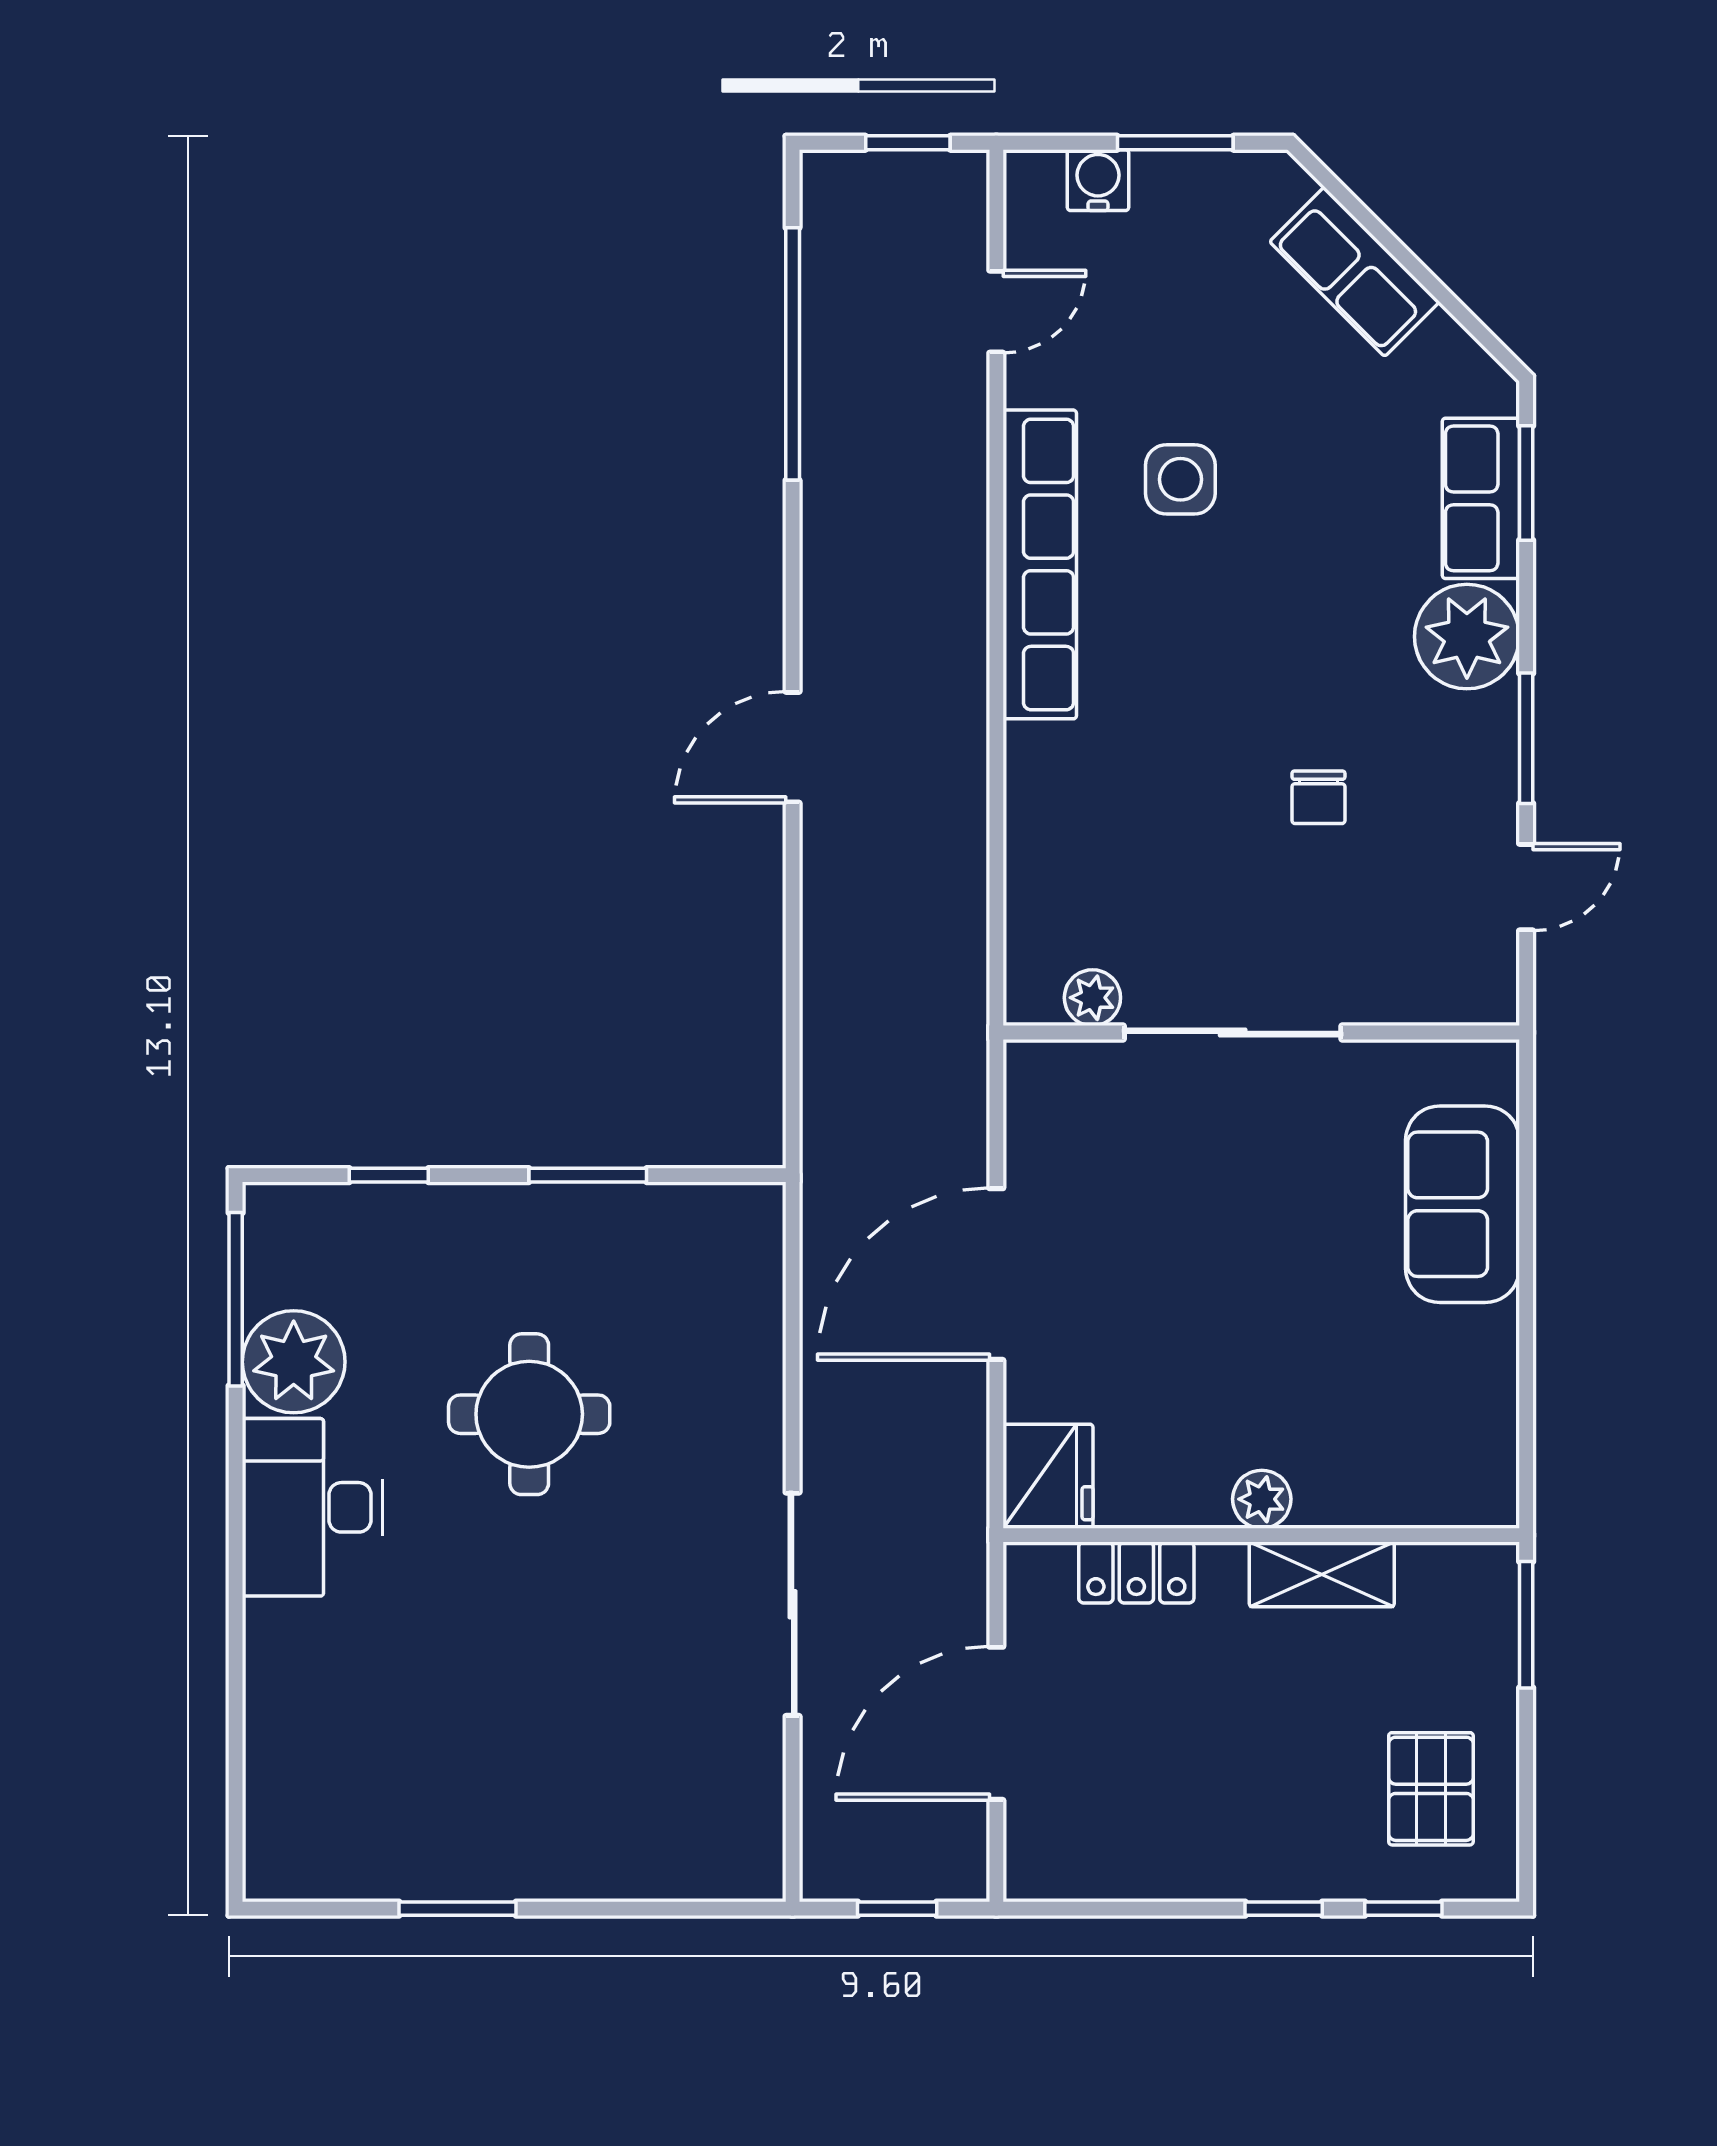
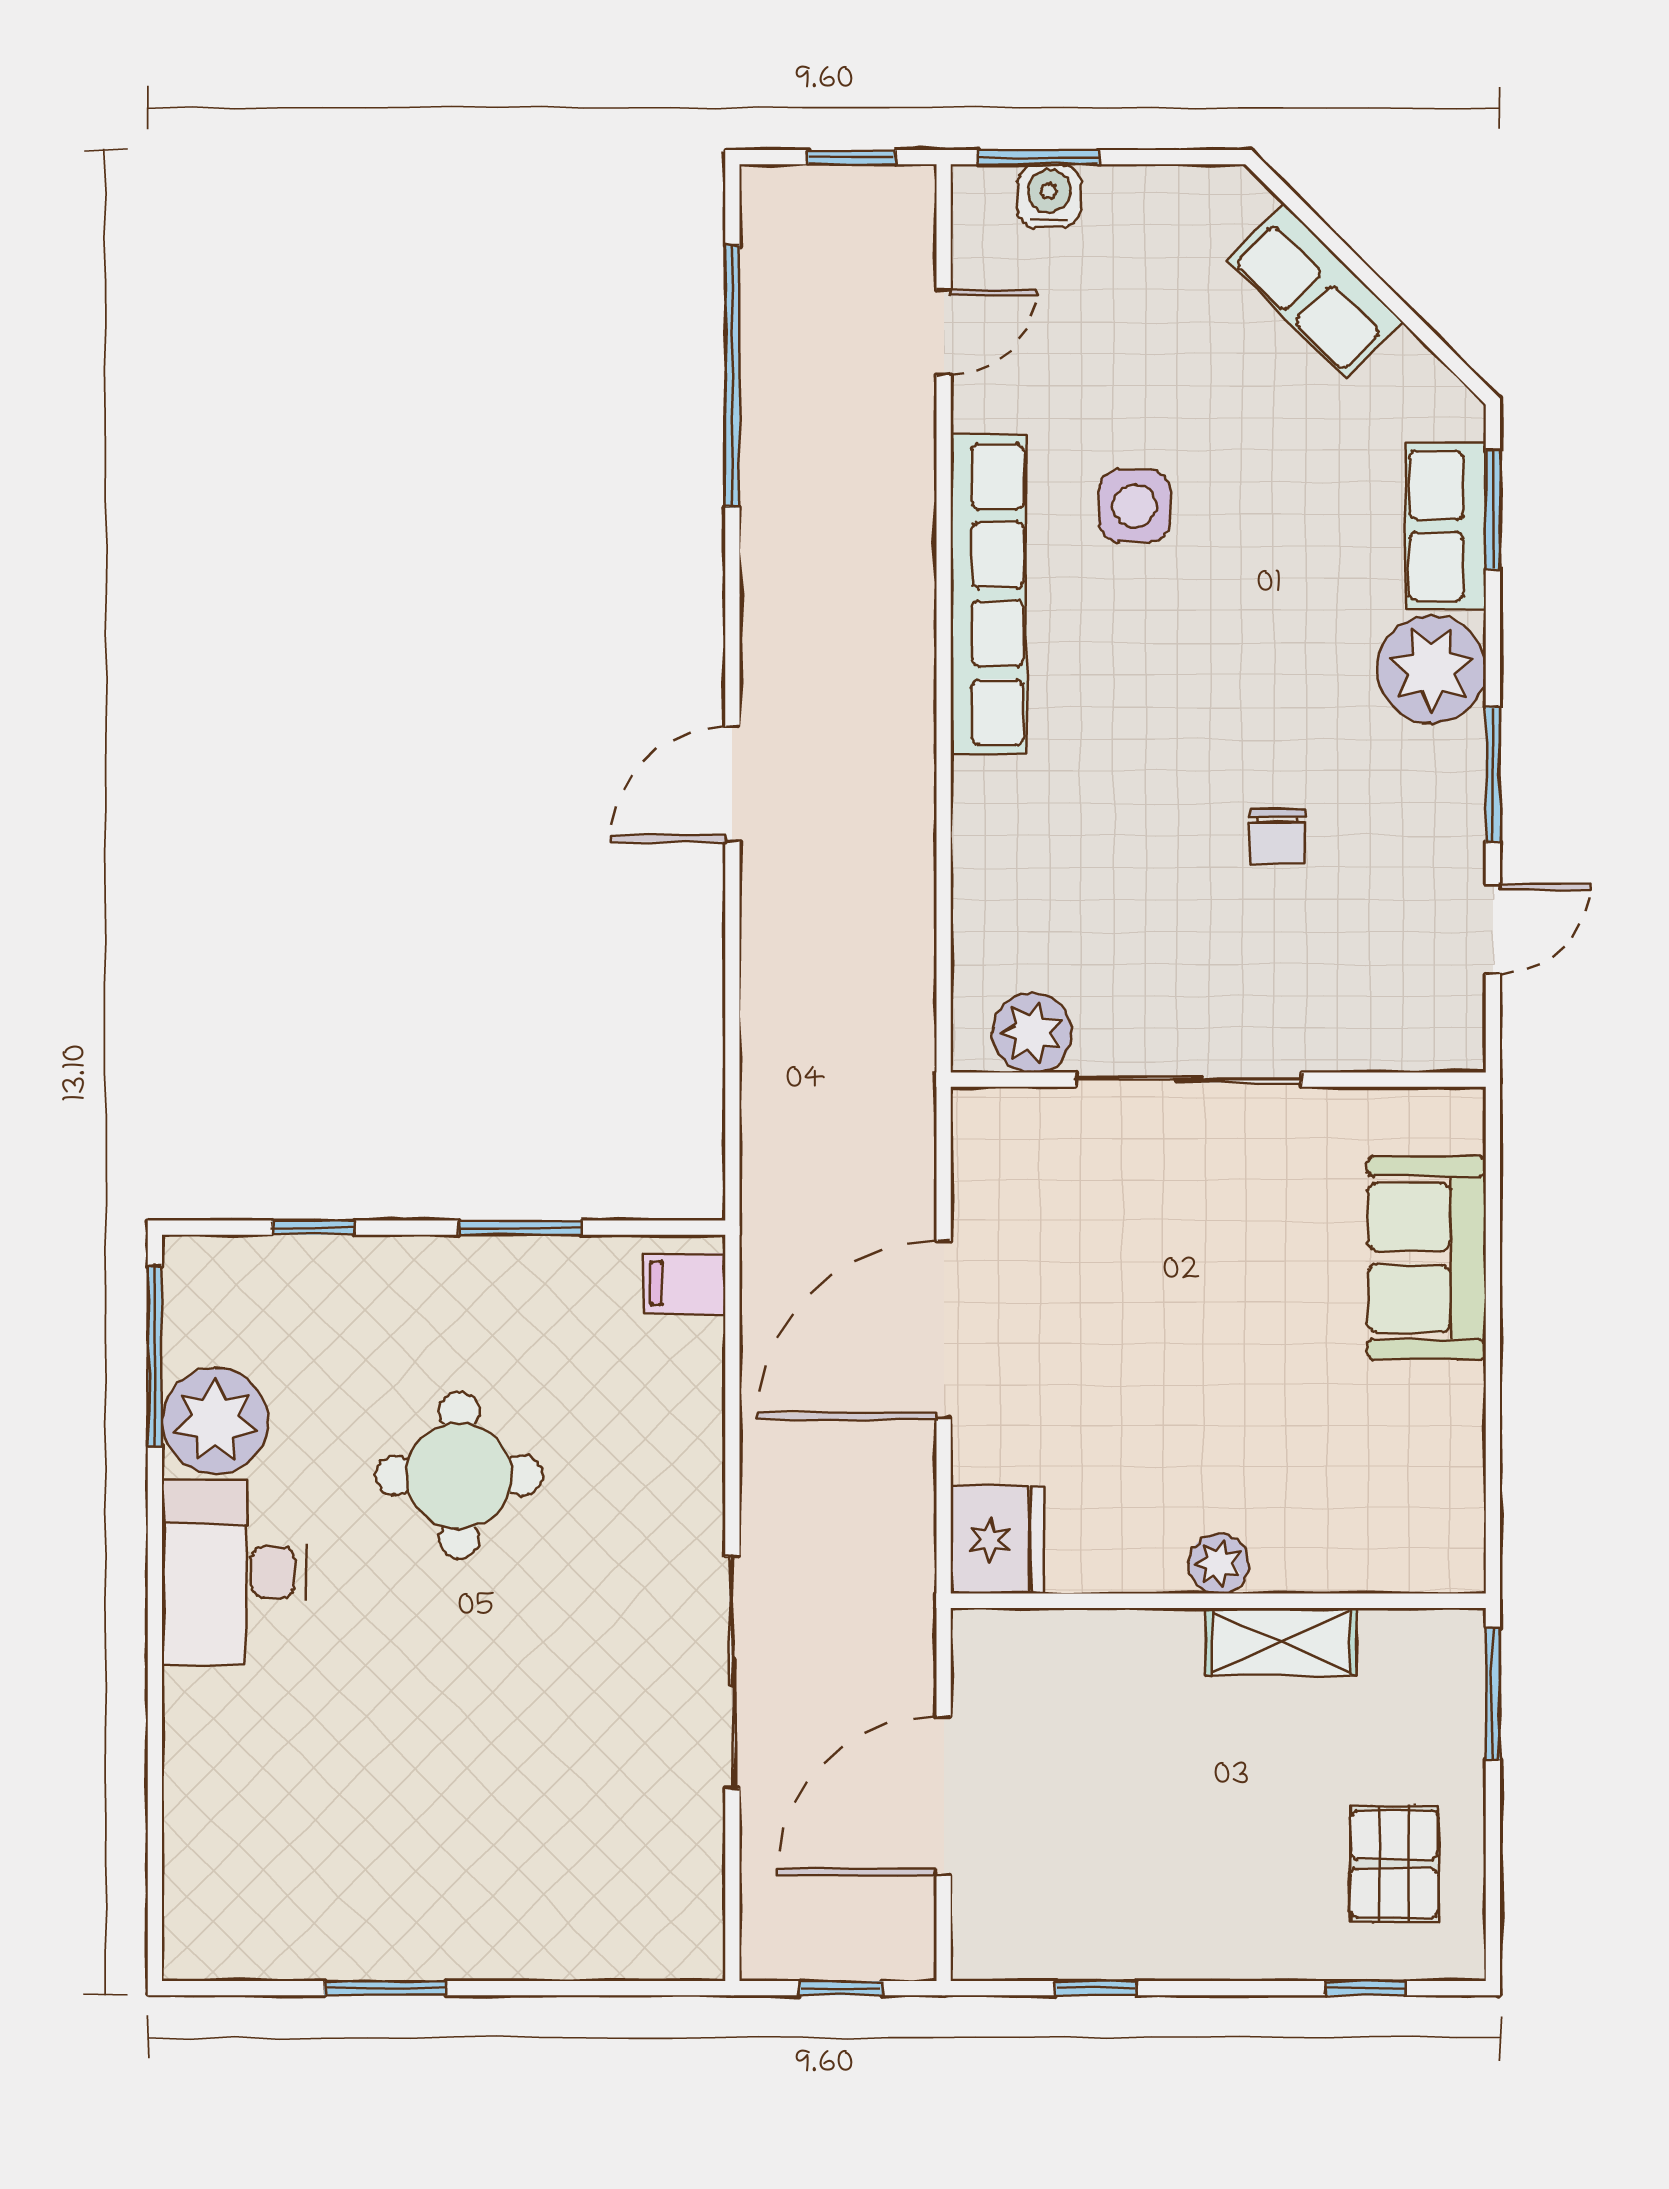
window: (1175, 143) -> (1038, 157), moved
plant: (1092, 998) -> (1032, 1033), width x1.38, depth x1.38
filing cabinet: (747, 1229) -> (685, 1284), added
locker: (1136, 1573) -> (1089, 1640), removed
window: (1284, 1909) -> (1096, 1988), moved

